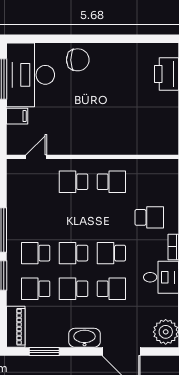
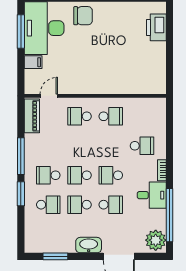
school desk: (36, 289) -> (48, 205), turned 180
piano: (16, 327) -> (32, 116), moved

